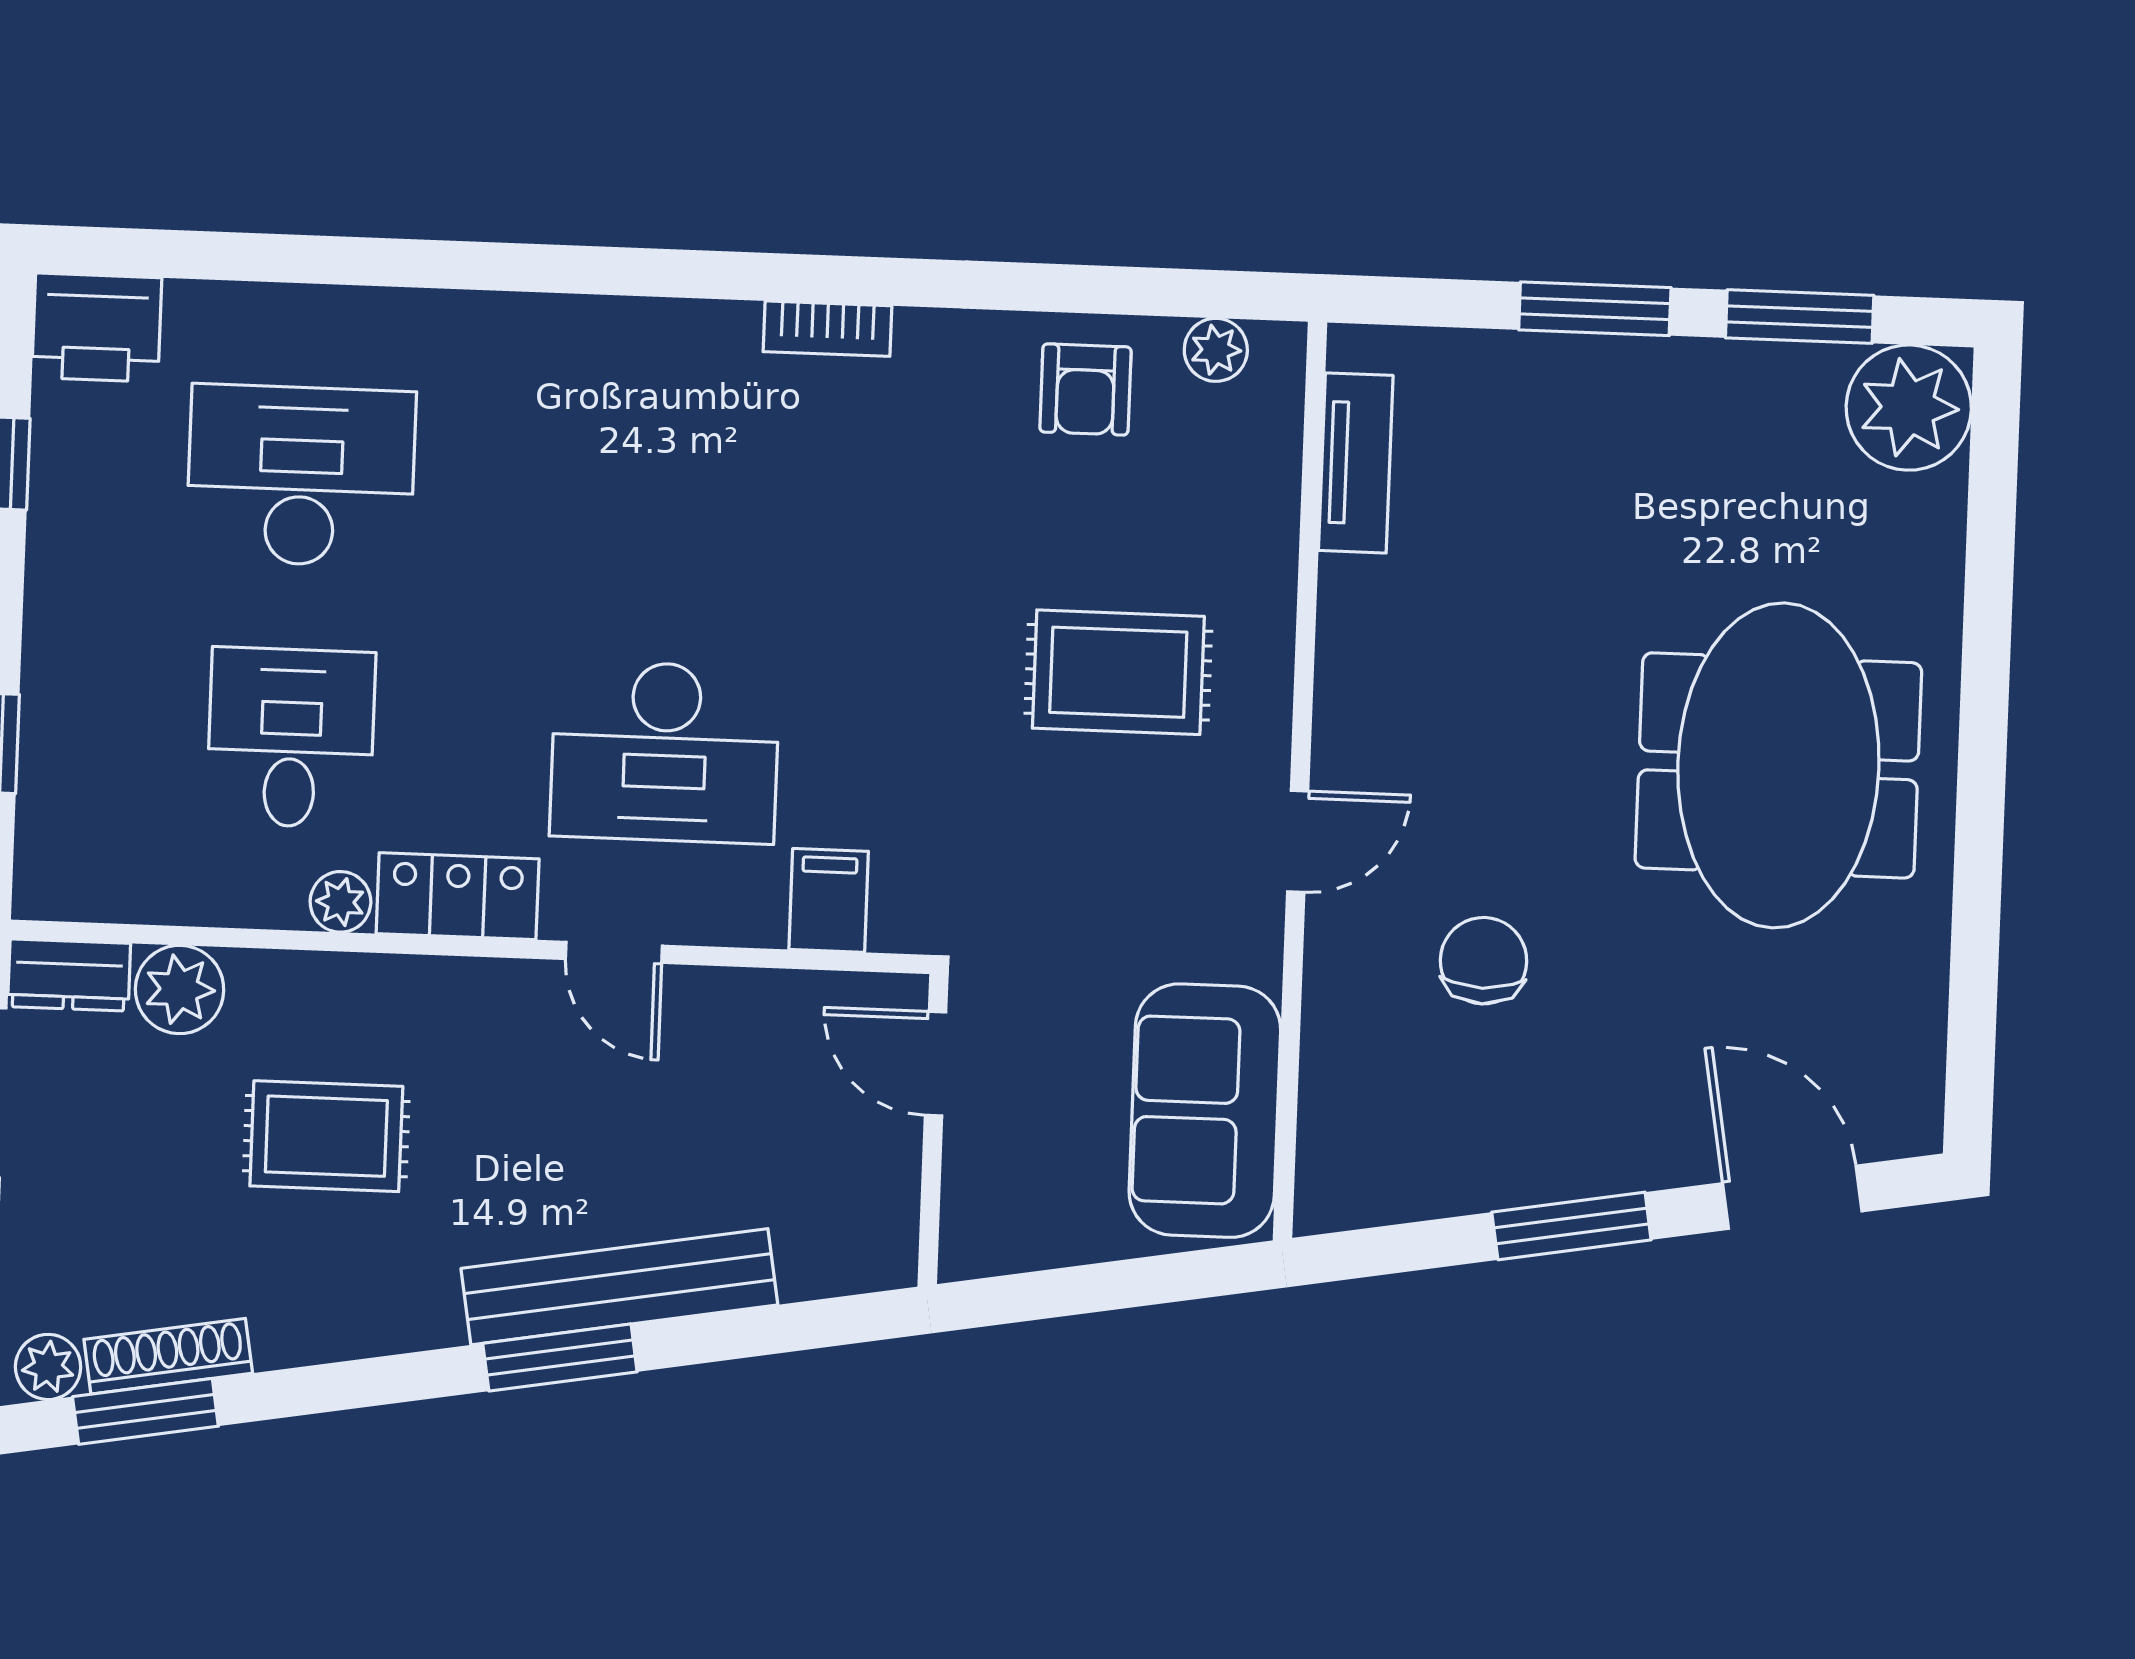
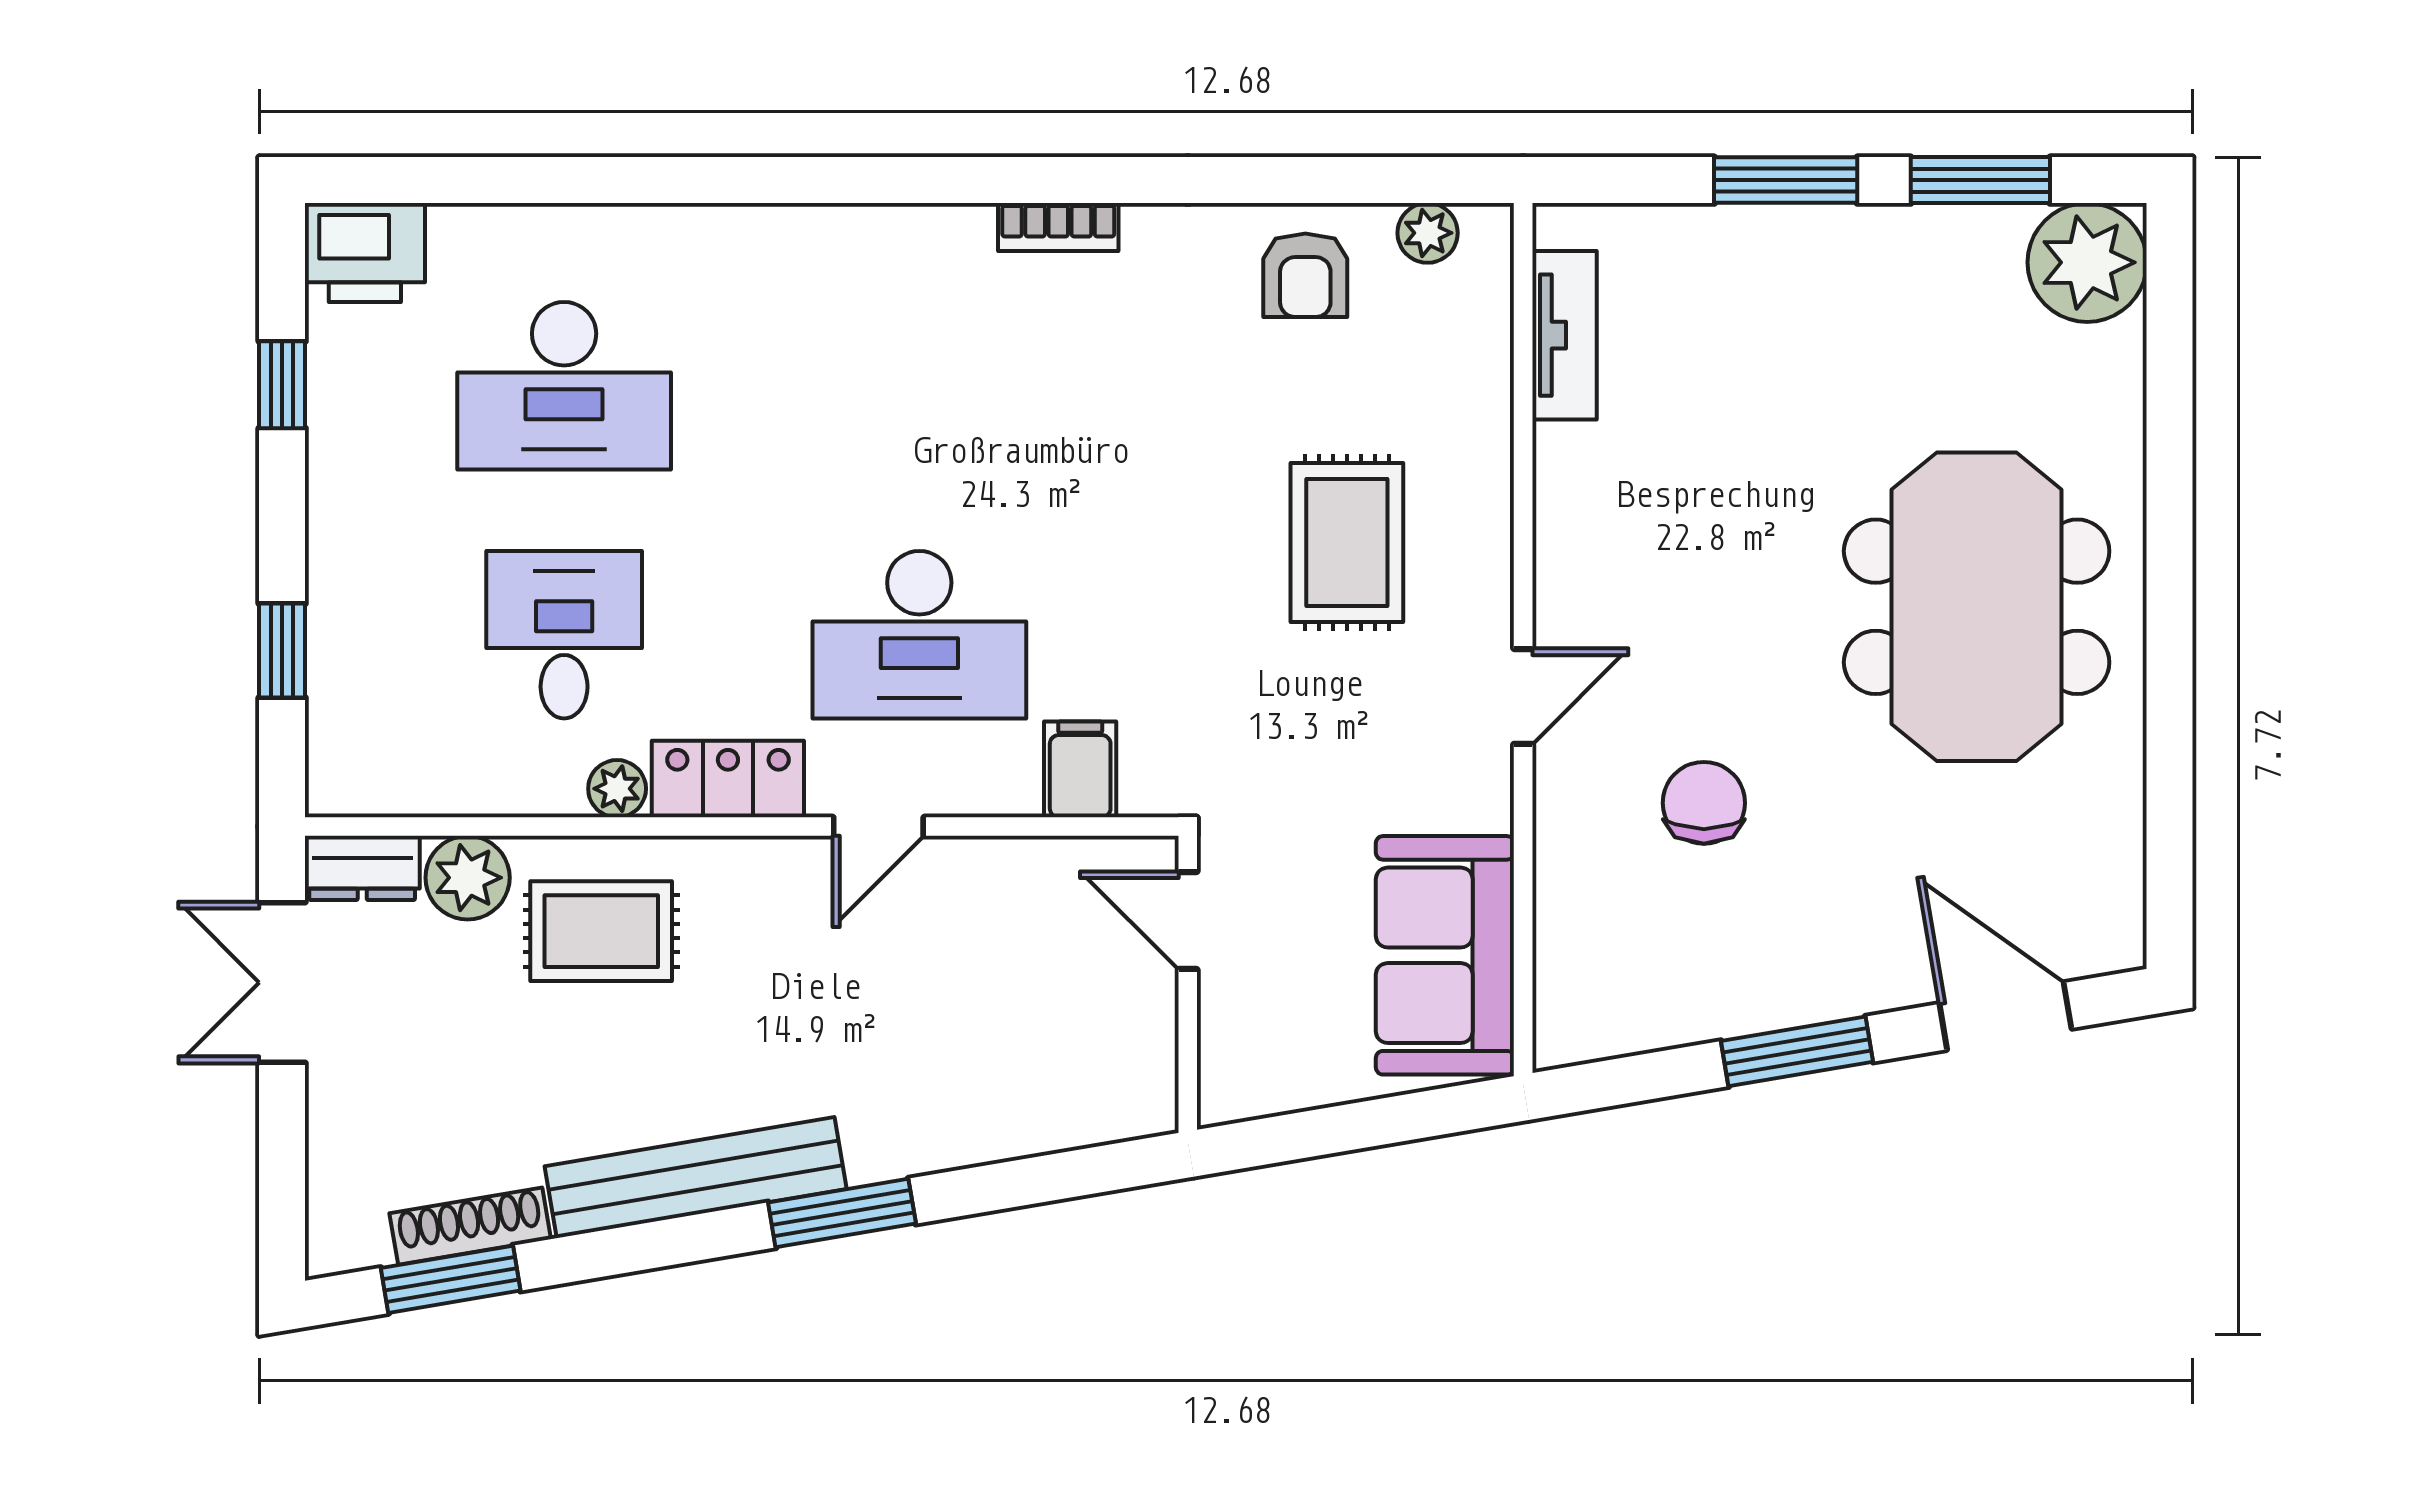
desk: (301, 476) -> (564, 386), turned 180
rug: (1118, 672) -> (1347, 542), turned 90
door: (614, 952) -> (878, 827), hinge flipped
rug: (326, 1136) -> (601, 931), moved
bench: (619, 1287) -> (696, 1178), moved
plant: (48, 1367) -> (357, 1241), removed

